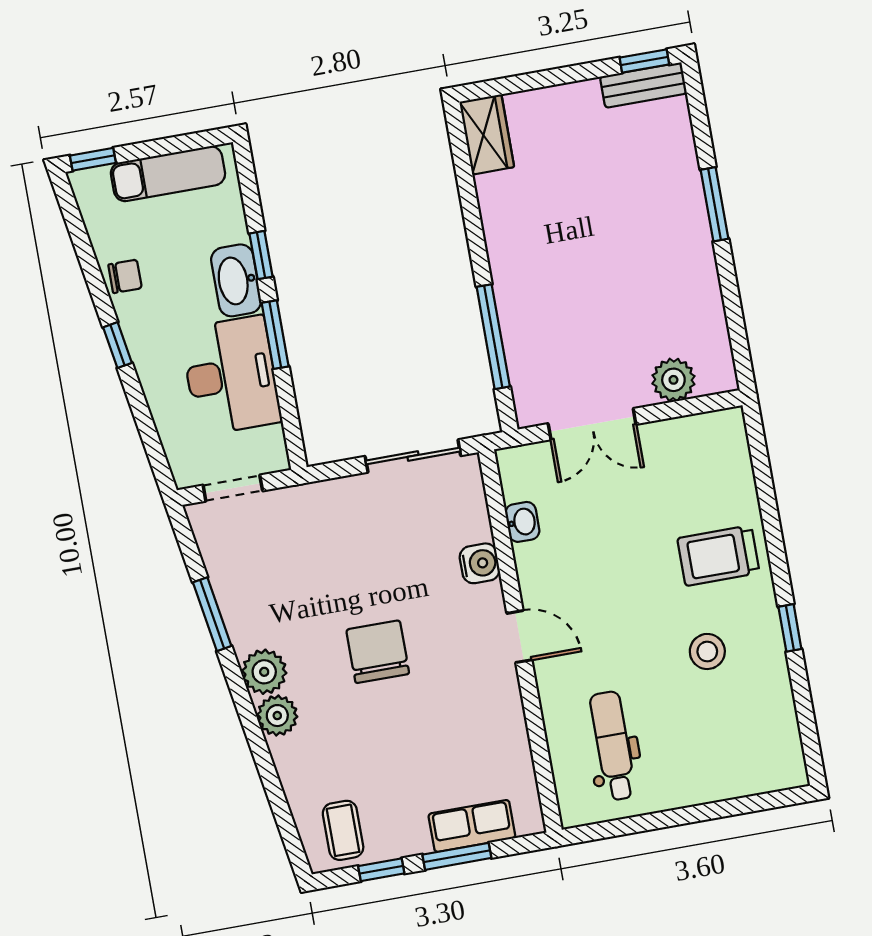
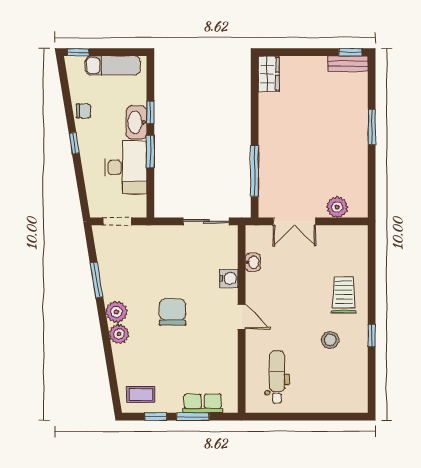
trolley: (718, 556) -> (344, 295), turned 90
coffee table: (343, 830) -> (141, 394), turned 90

